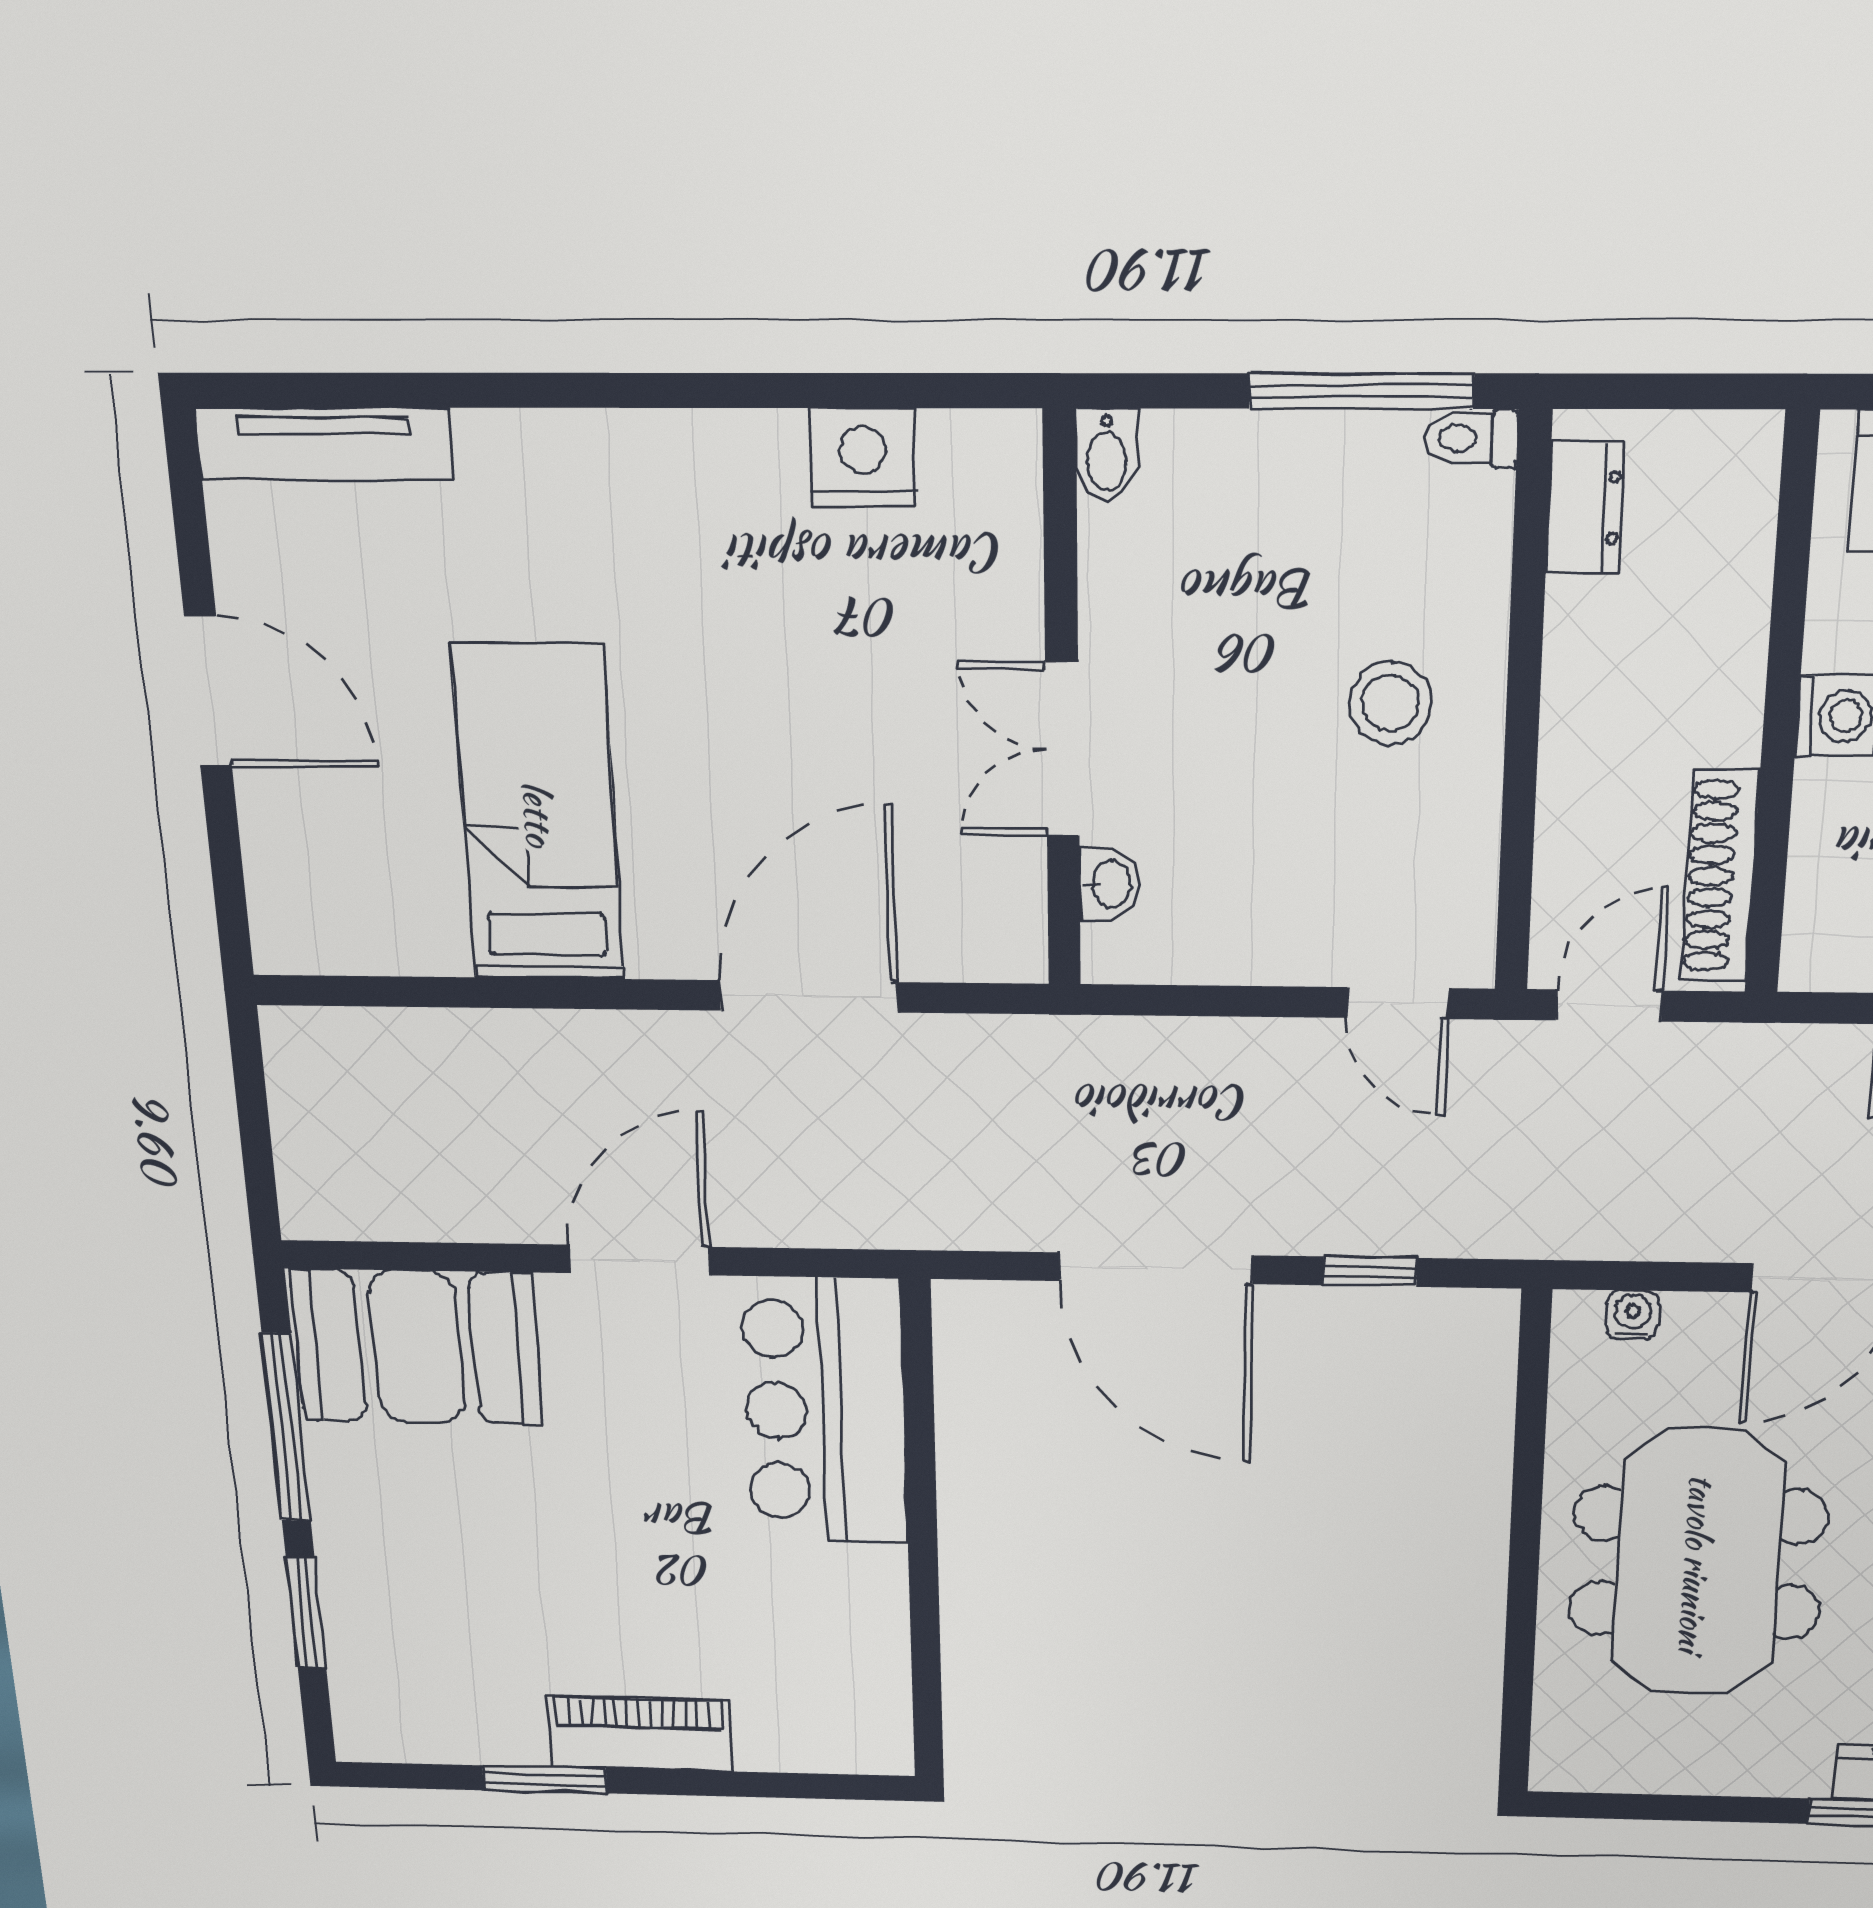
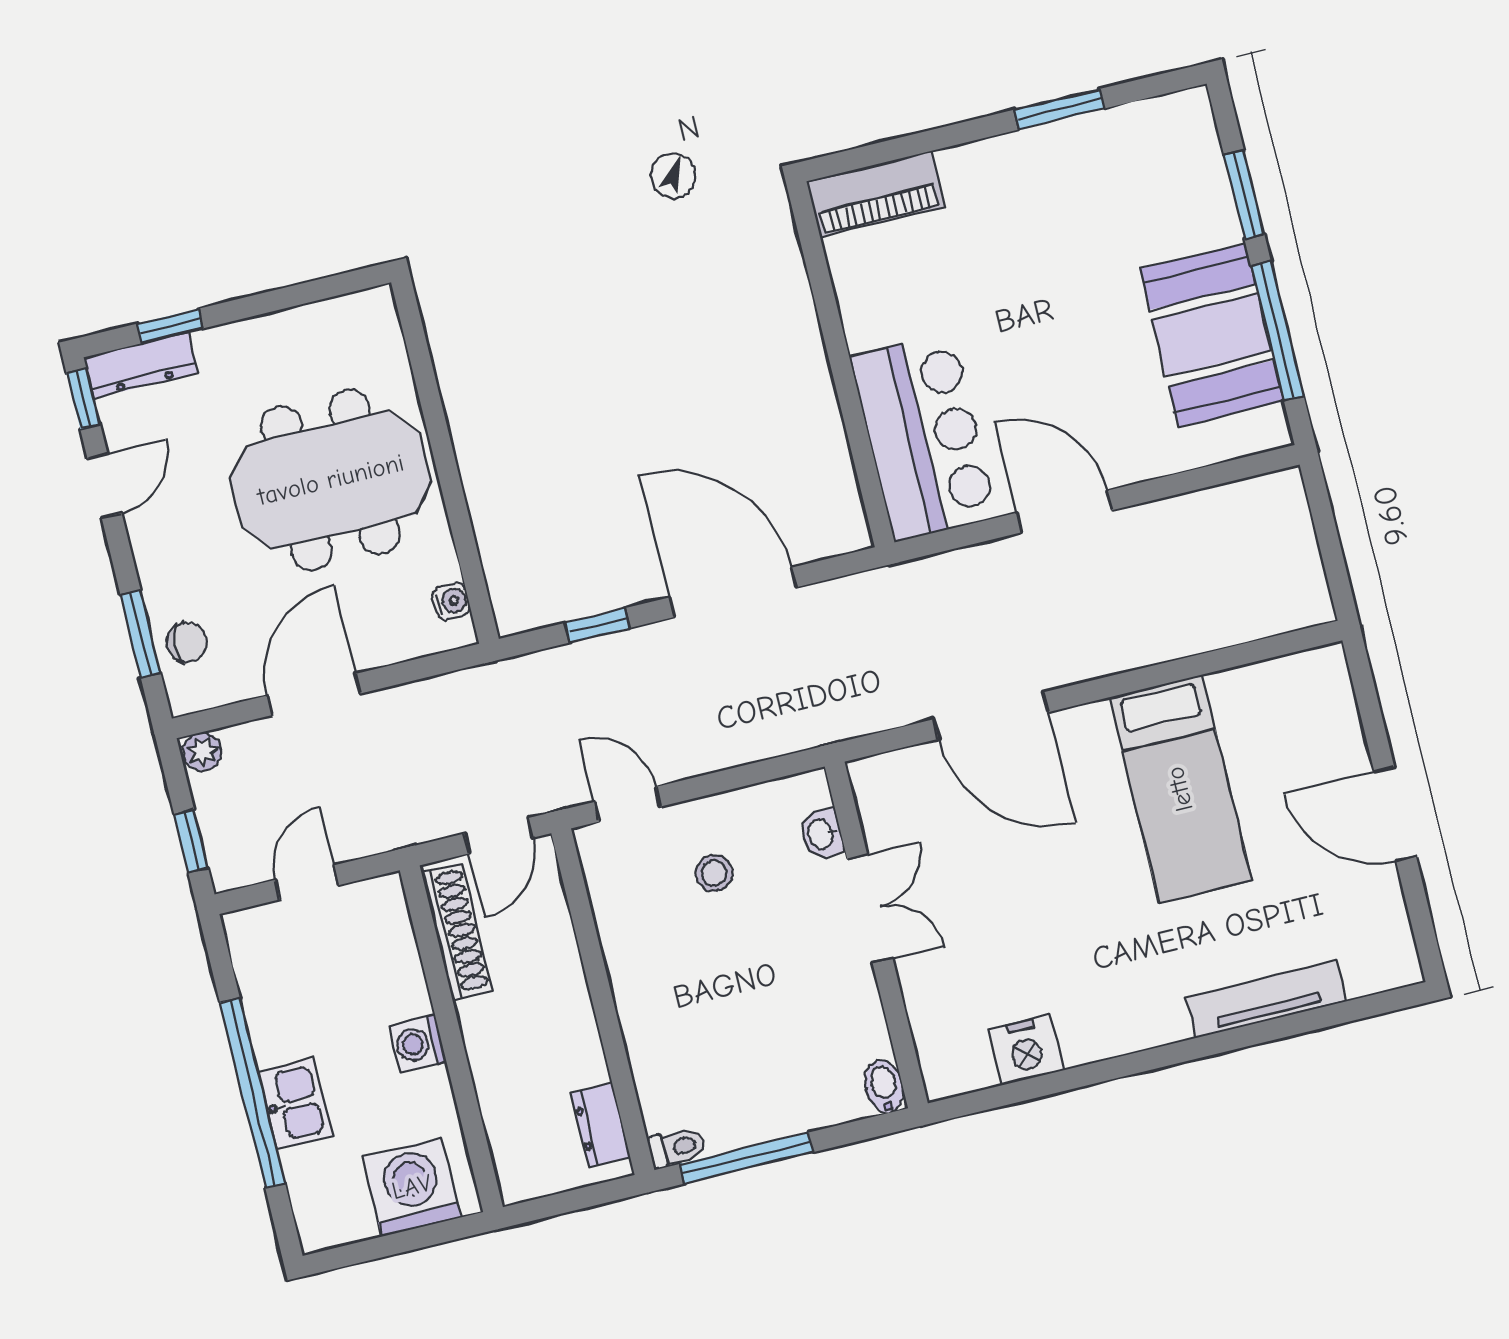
tv unit: (324, 444) -> (1266, 999), moved
stool: (1390, 703) -> (714, 873), moved, width x0.73, depth x0.73
door: (809, 996) -> (991, 716), hinge flipped
door: (640, 1260) -> (1064, 511), swing flipped
water cooler: (1633, 1315) -> (451, 601), moved, turned -90
booth: (417, 1347) -> (1212, 335), moved, turned 90
meeting table: (1697, 1563) -> (331, 480), turned 90
piano: (640, 1733) -> (876, 194), moved

